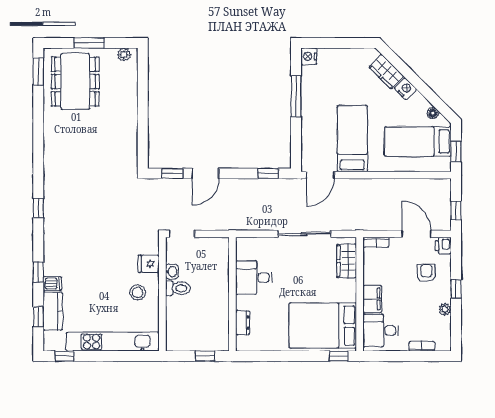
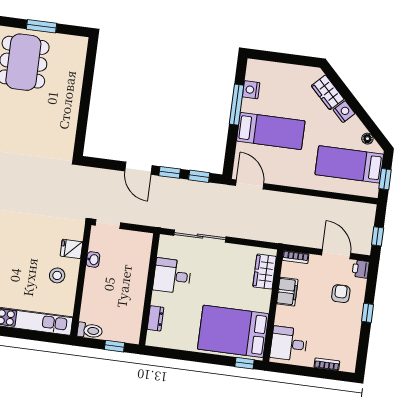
plant: (124, 55) -> (74, 42), removed
nightstand: (309, 56) -> (251, 90), moved
bed: (352, 139) -> (271, 131), moved, turned 90
window: (172, 173) -> (170, 172), moved
door: (205, 173) -> (138, 168), hinge flipped
door: (320, 175) -> (250, 185), swing flipped
sliding door: (304, 234) -> (200, 236), moved
toilet: (178, 288) -> (90, 331), moved
filing cabinet: (372, 299) -> (287, 292), moved
plant: (445, 309) -> (354, 331), removed

